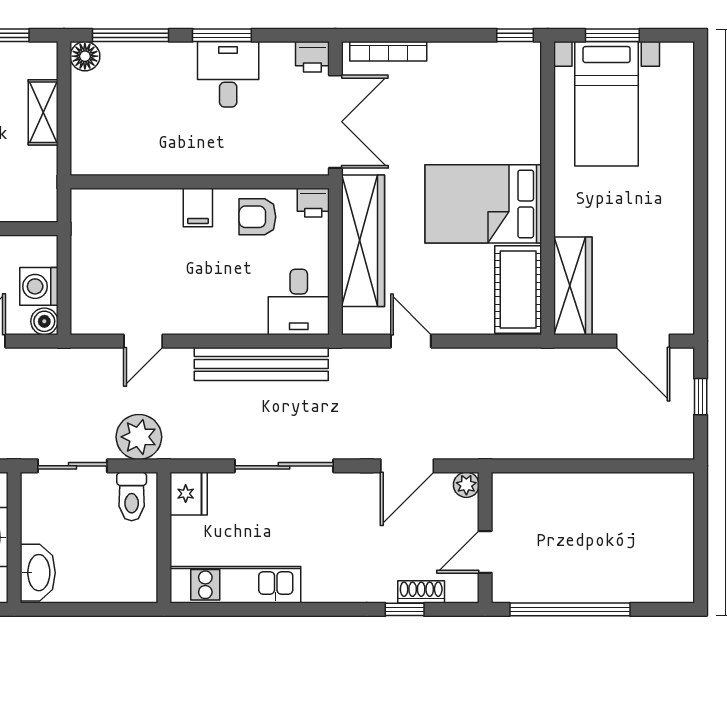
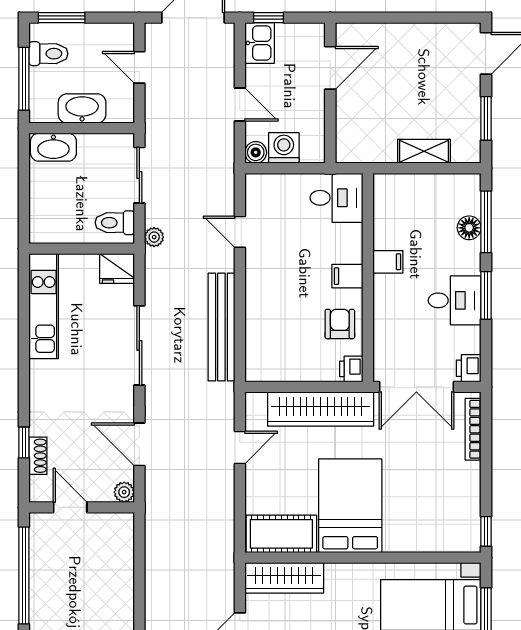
floor lamp: (85, 56) -> (469, 228), moved
filing cabinet: (180, 157) -> (388, 262), added
desk: (299, 302) -> (336, 198), moved, turned 180
plant: (139, 437) -> (154, 237), width x0.53, depth x0.53

